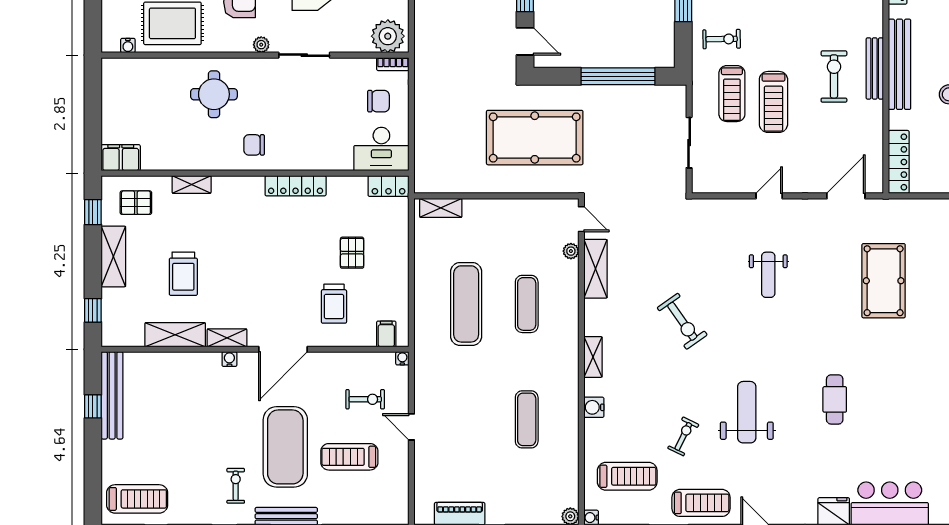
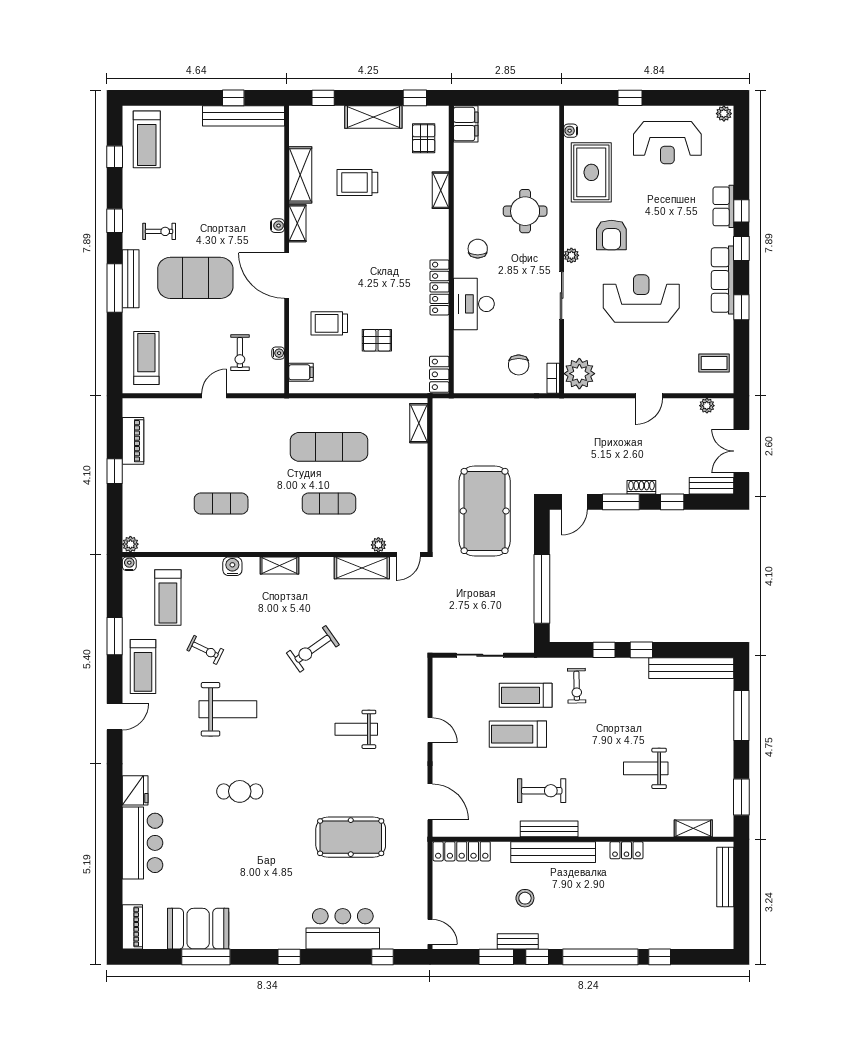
desk: (381, 149) -> (474, 304), moved
water cooler: (402, 358) -> (278, 353), moved
treadmill: (349, 457) -> (146, 358), moved

